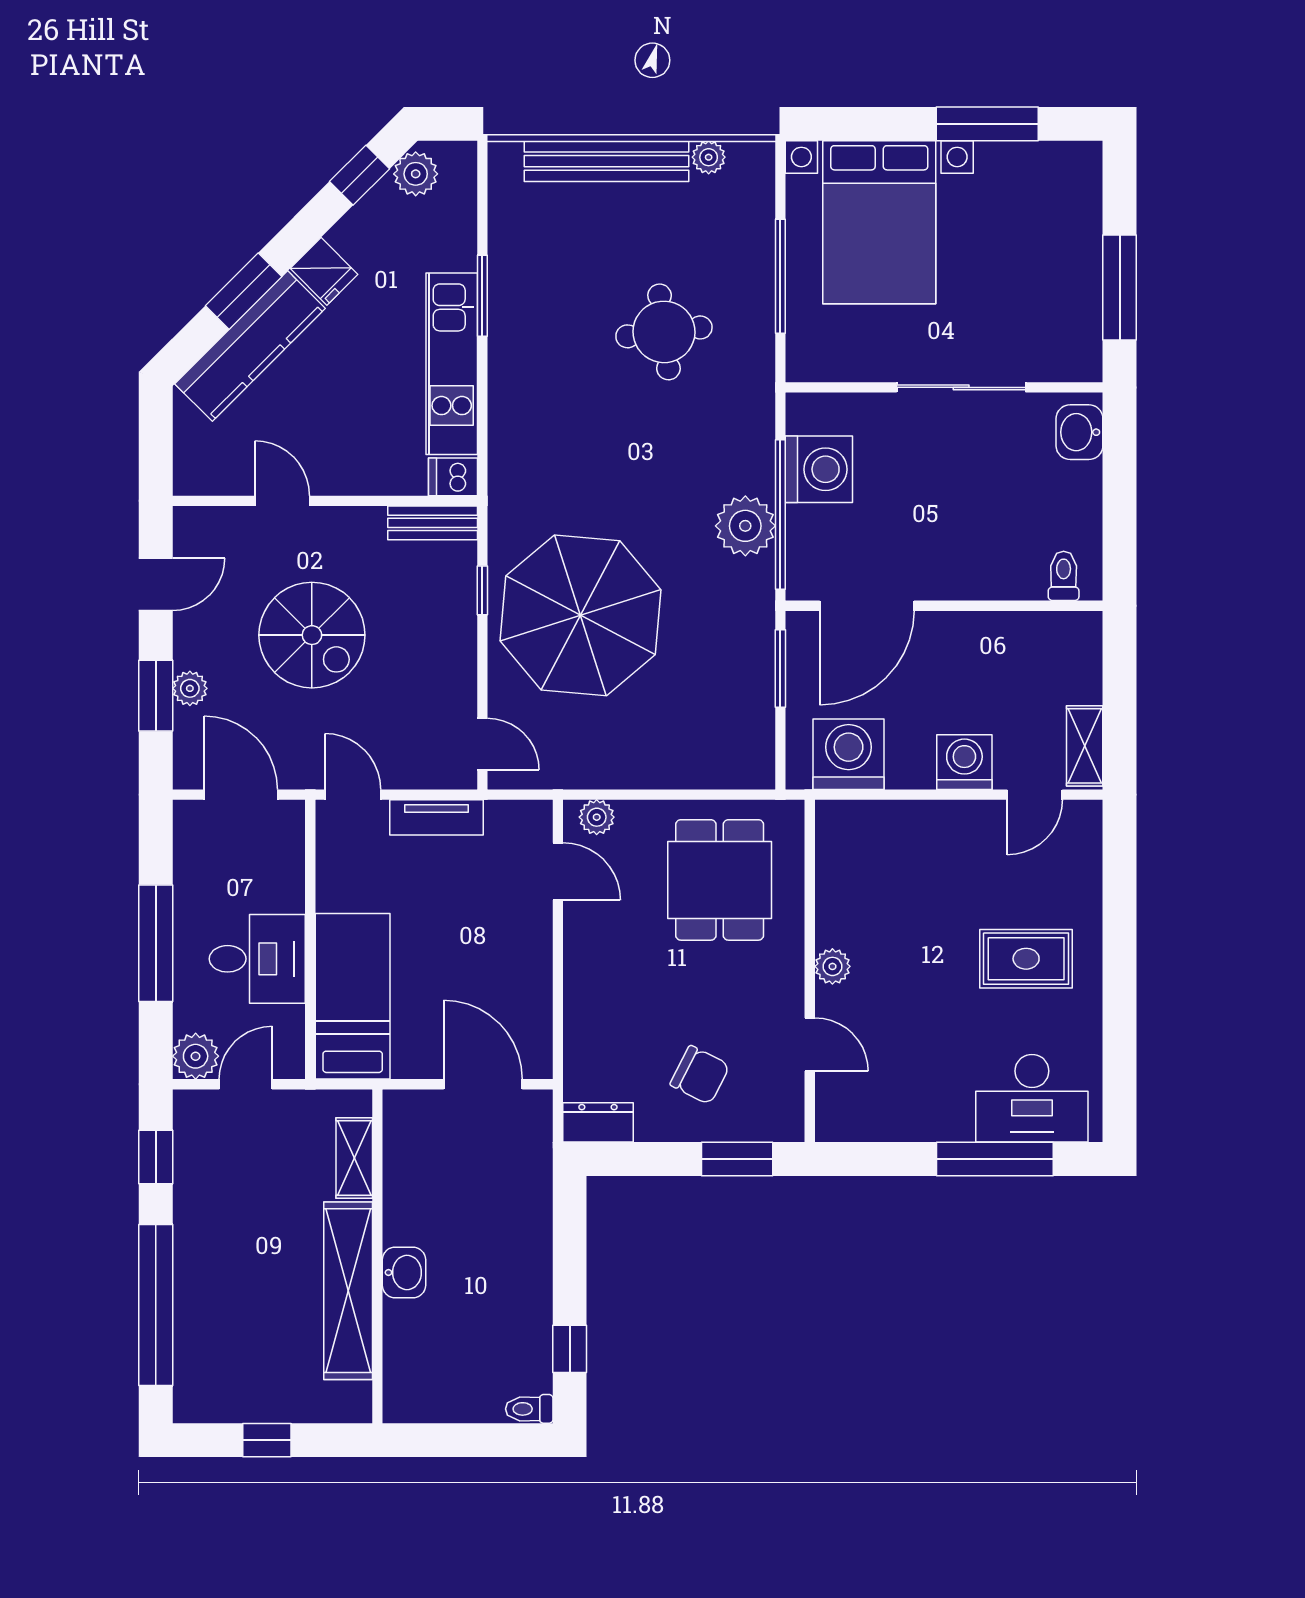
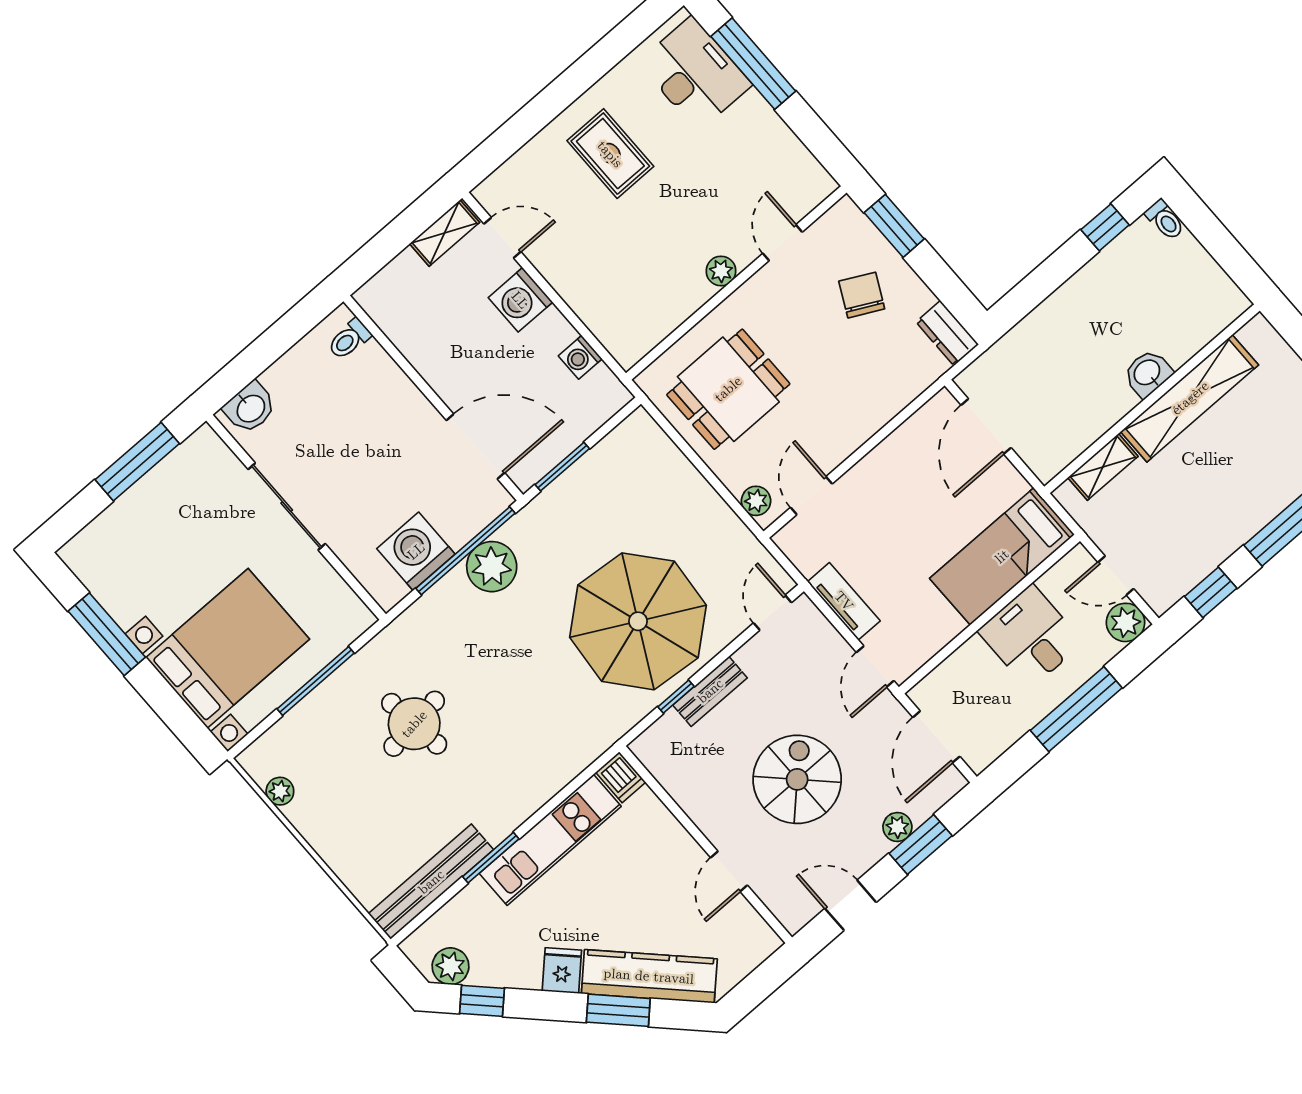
bench: (607, 161) -> (431, 882), moved, turned 90
bench: (433, 523) -> (710, 691), moved, turned 90
washing machine: (849, 754) -> (580, 357), width x0.53, depth x0.53

